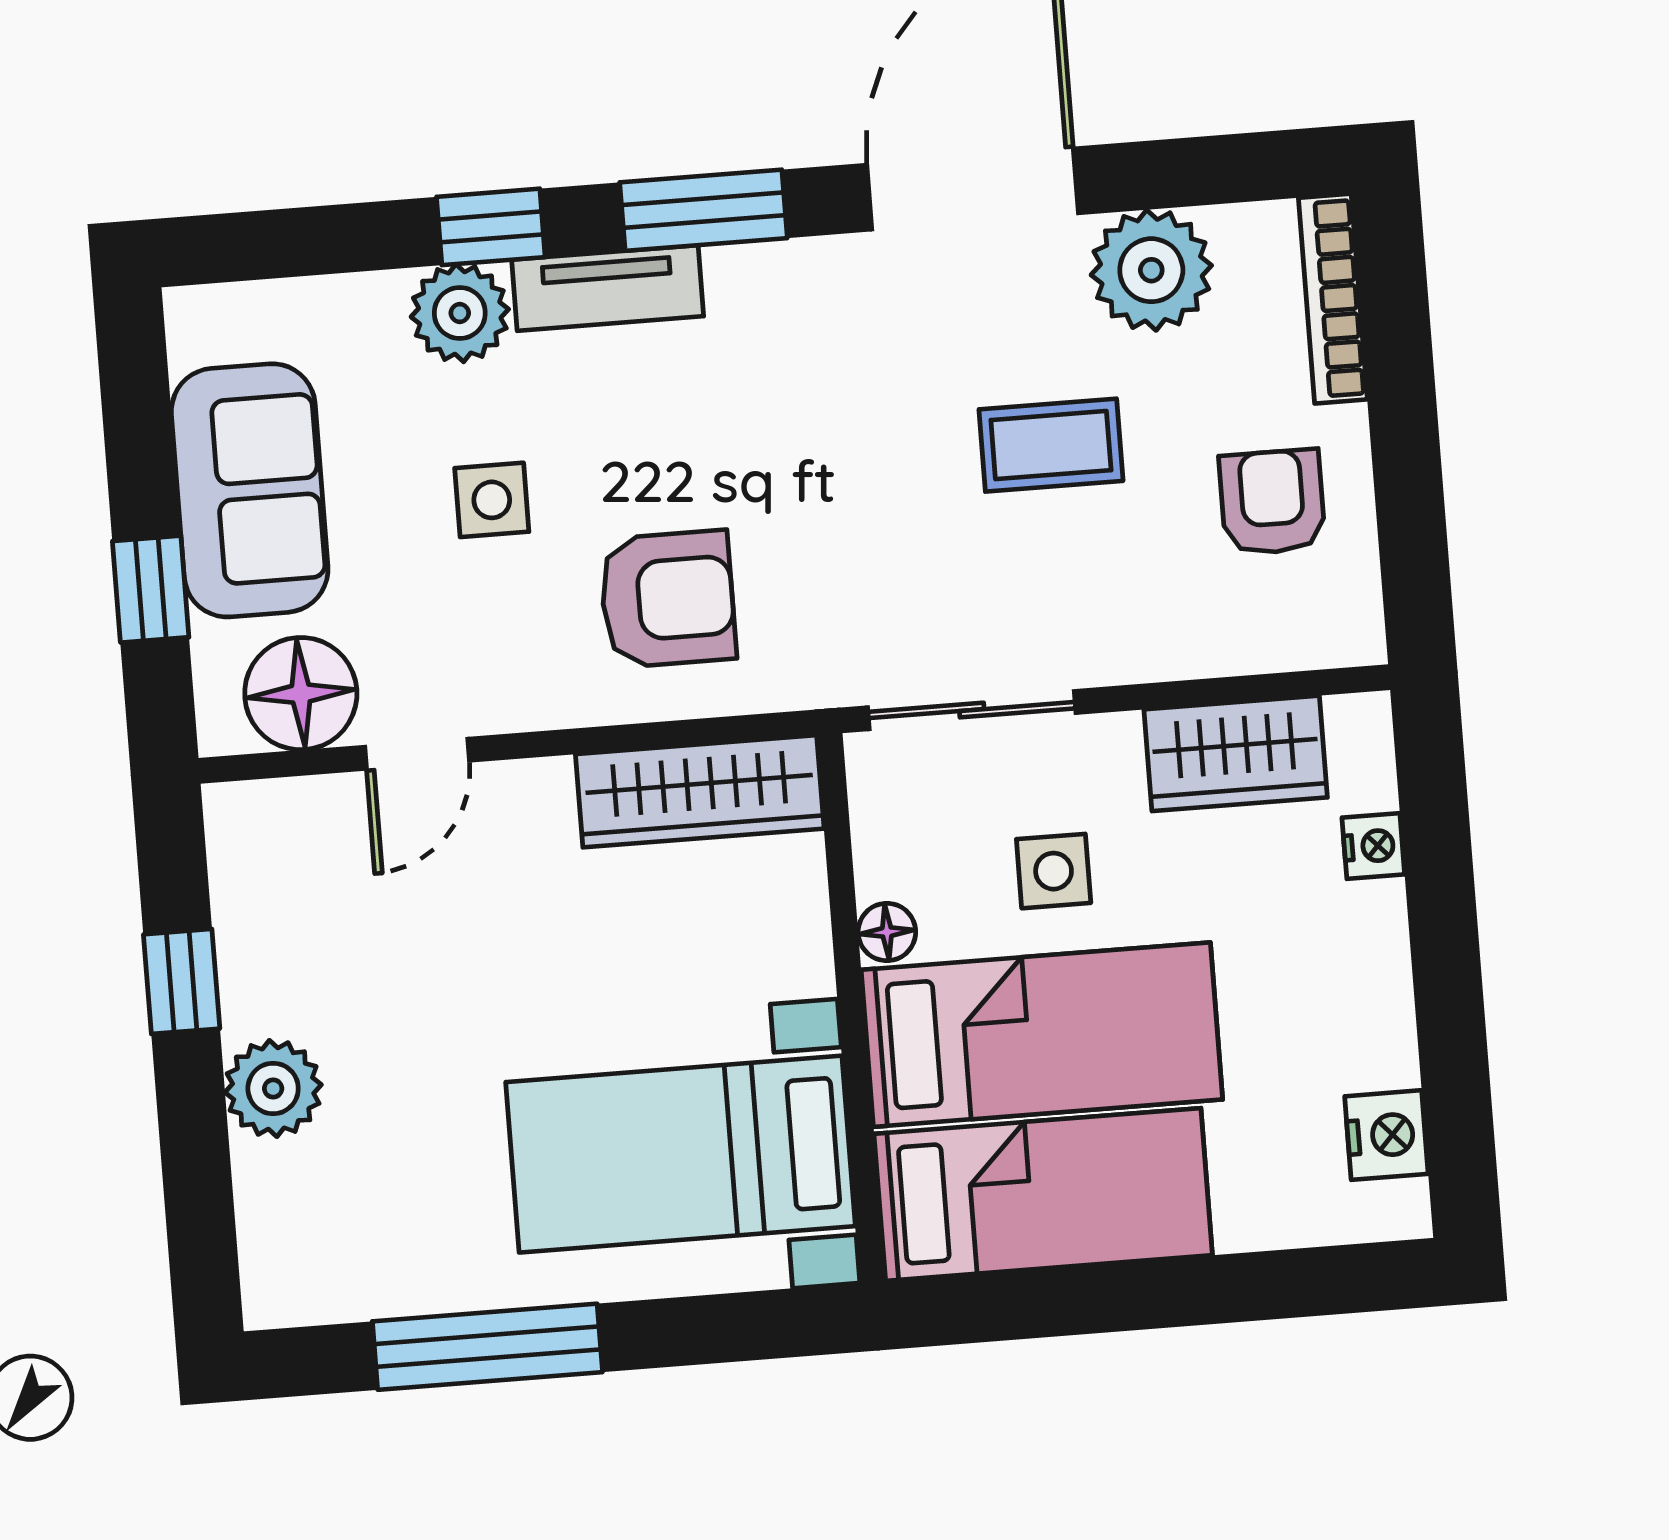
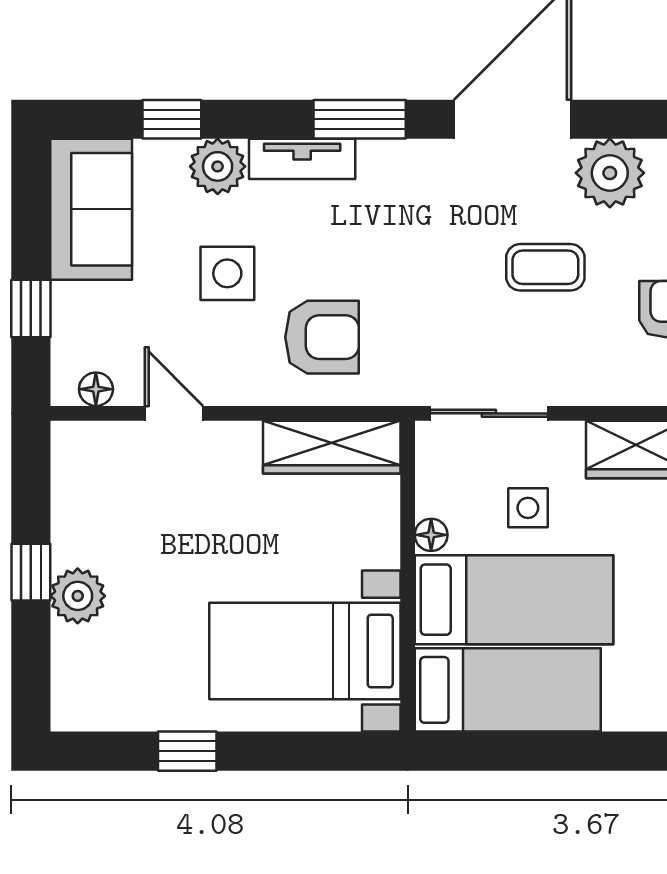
window: (491, 227) -> (172, 119), moved
sofa: (250, 490) -> (91, 209), moved
side table: (492, 500) -> (227, 273), width x1.37, depth x1.37
floor lamp: (301, 694) -> (96, 389), width x0.53, depth x0.53
door: (417, 754) -> (174, 413), swing flipped
window: (182, 981) -> (31, 572), moved
window: (487, 1347) -> (187, 751), width x0.46

